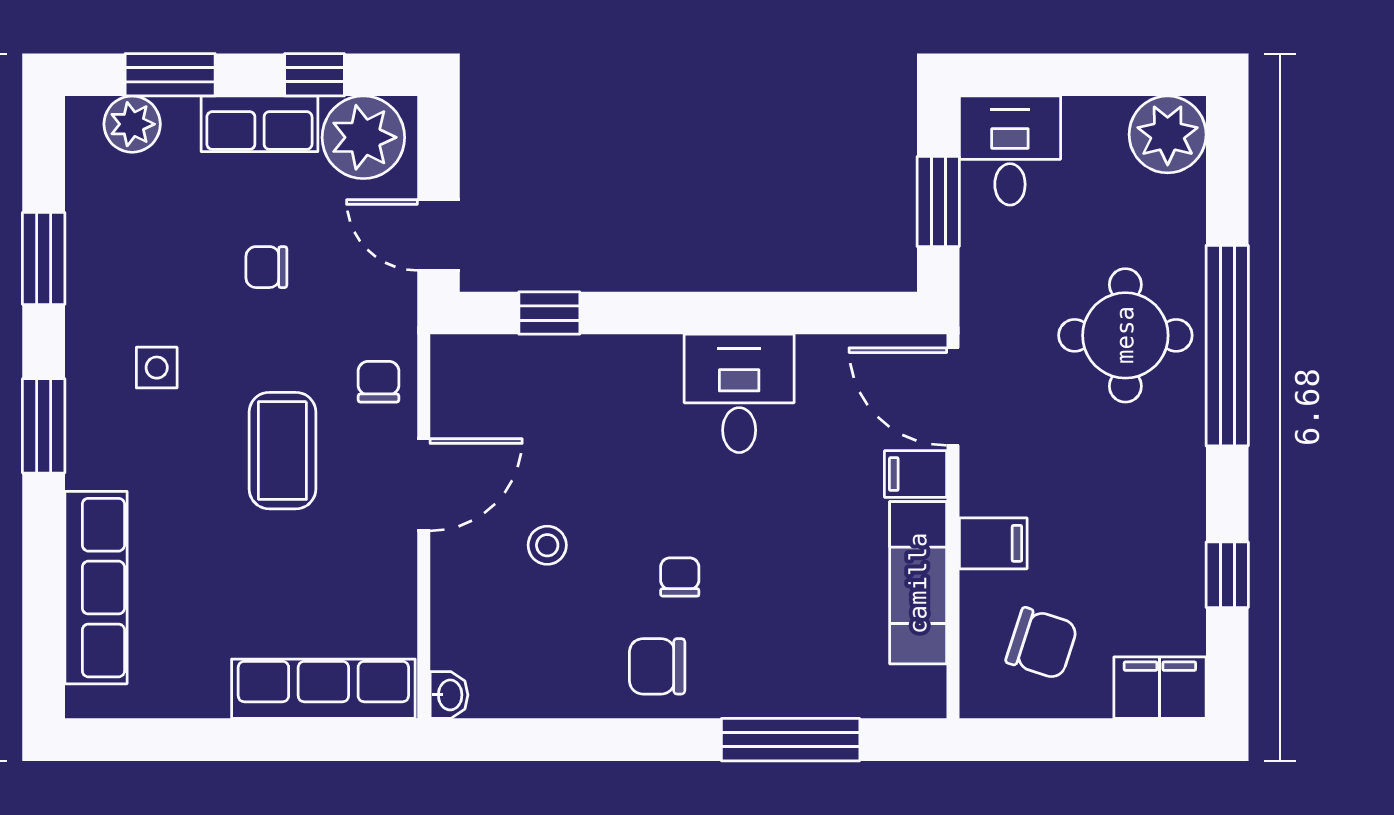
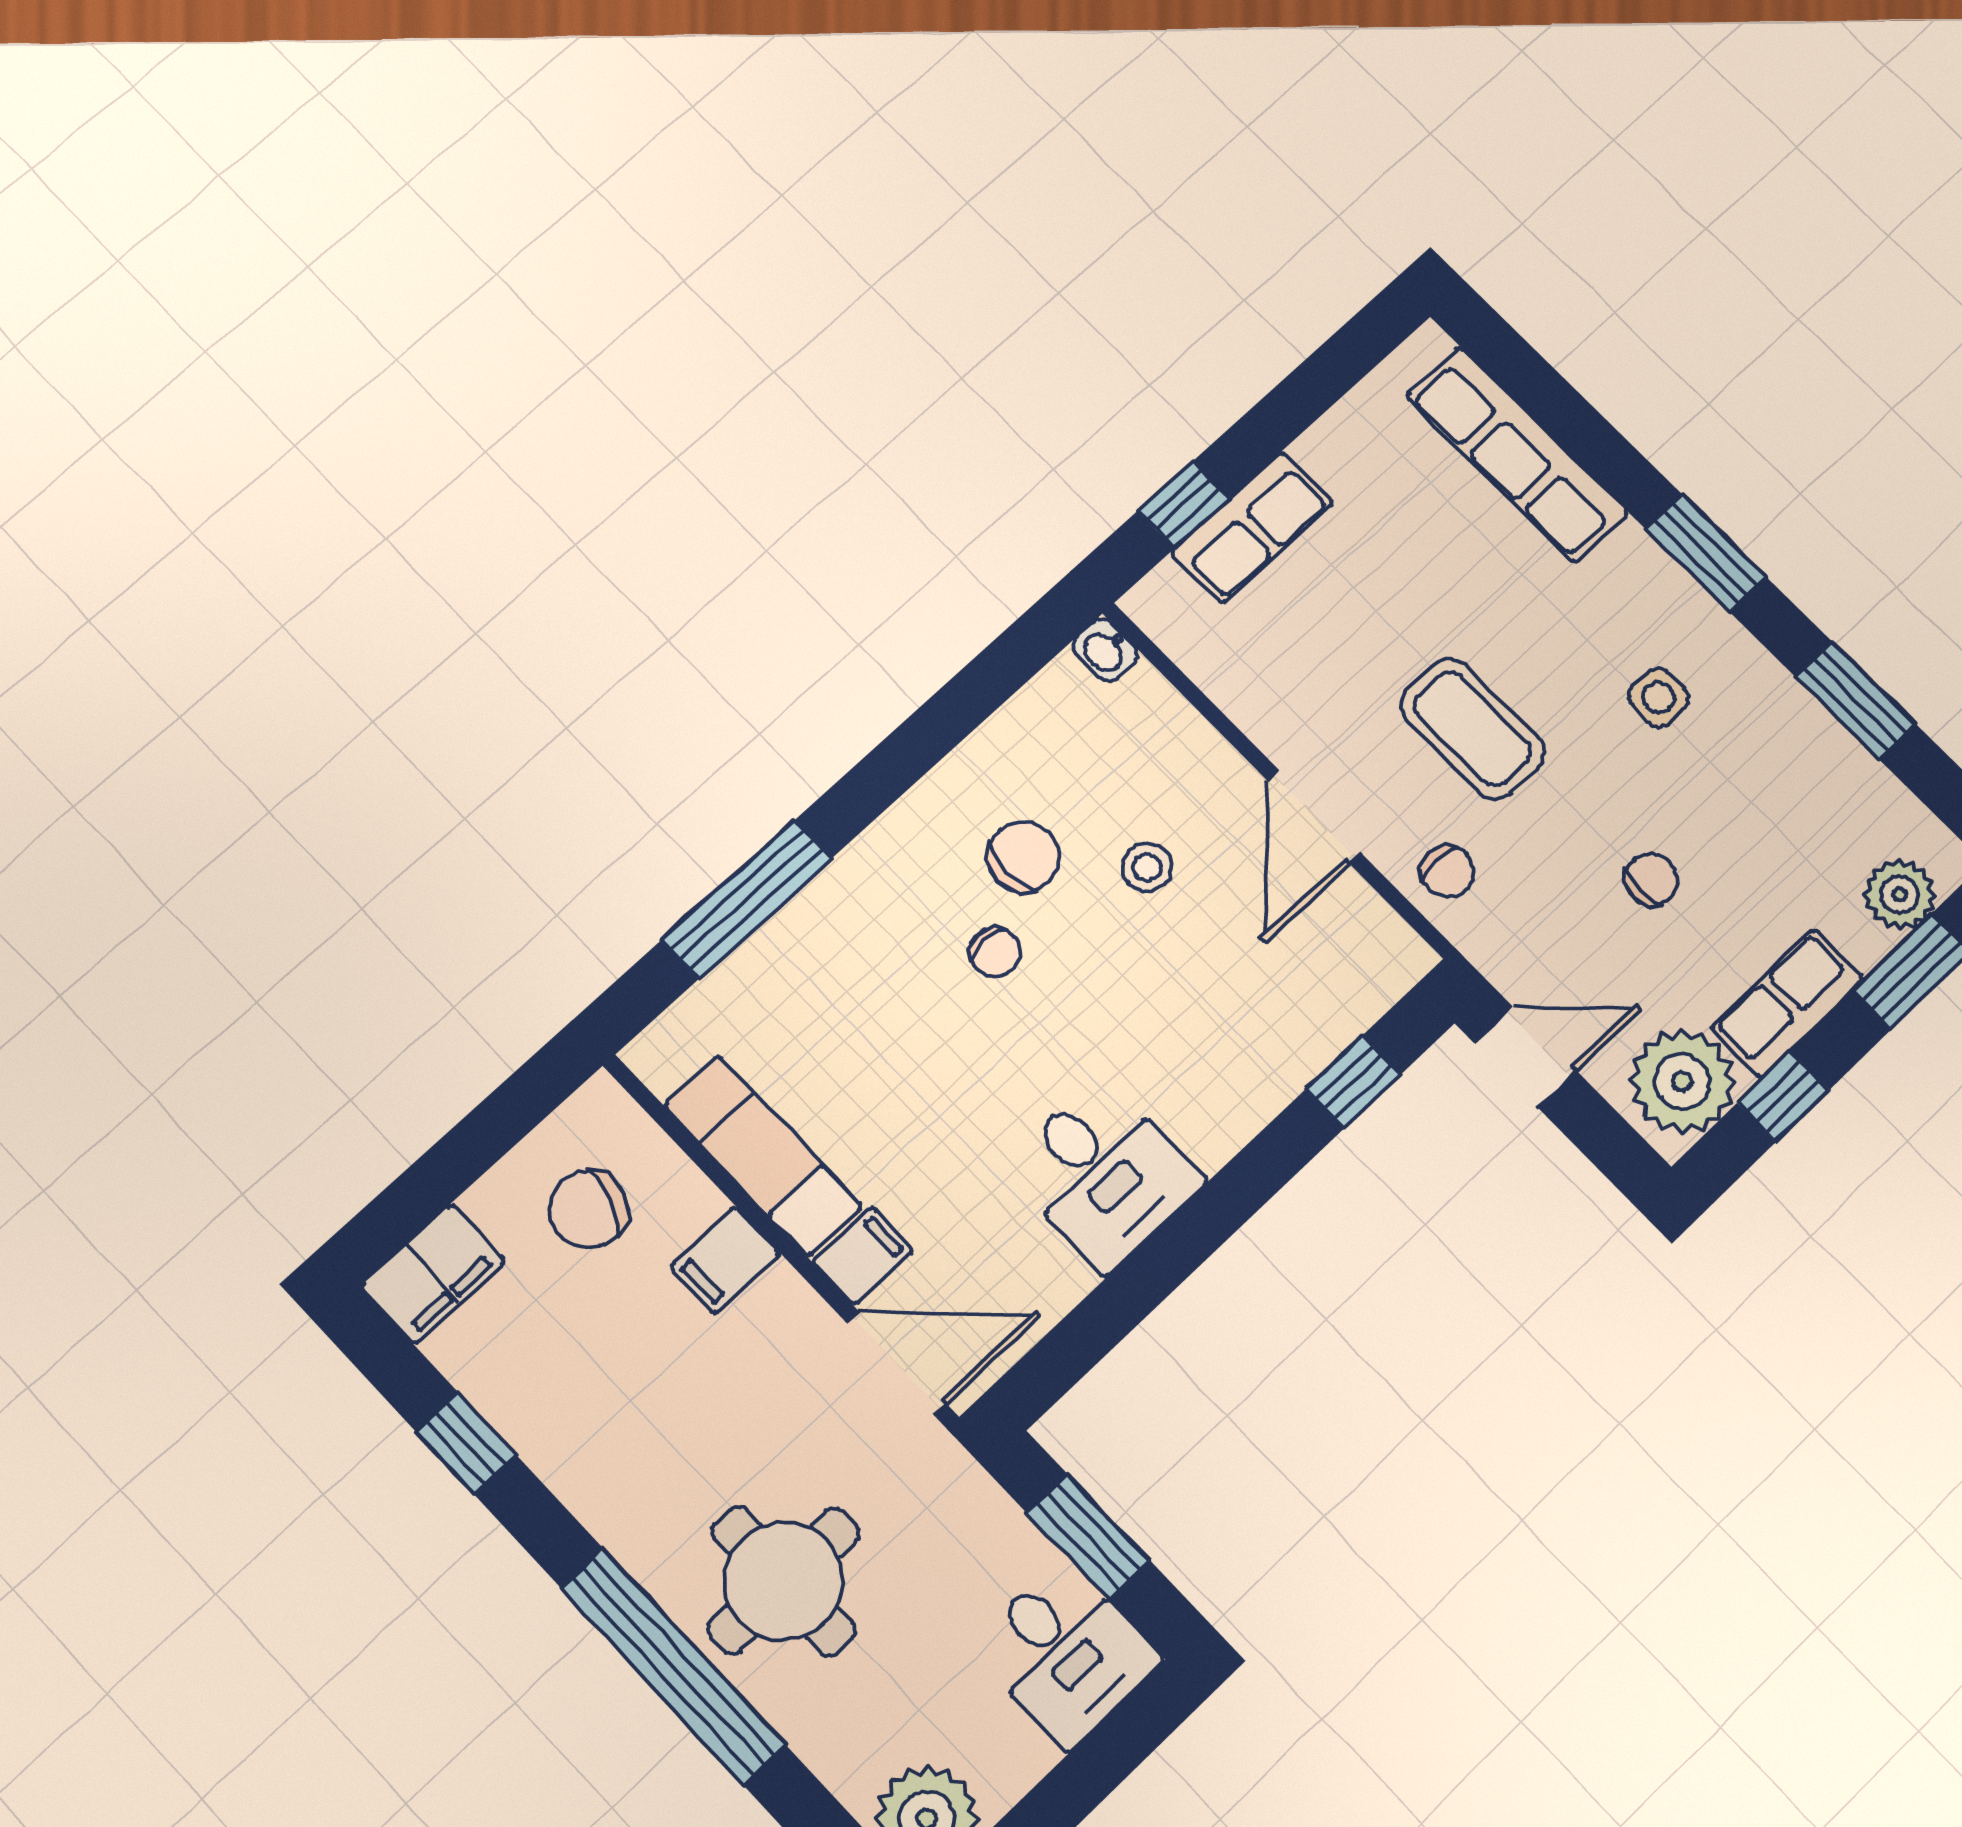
chair: (657, 666) -> (1023, 857), moved
row of seats: (323, 689) -> (1252, 527), width x0.68
window: (321, 740) -> (1183, 505), added

